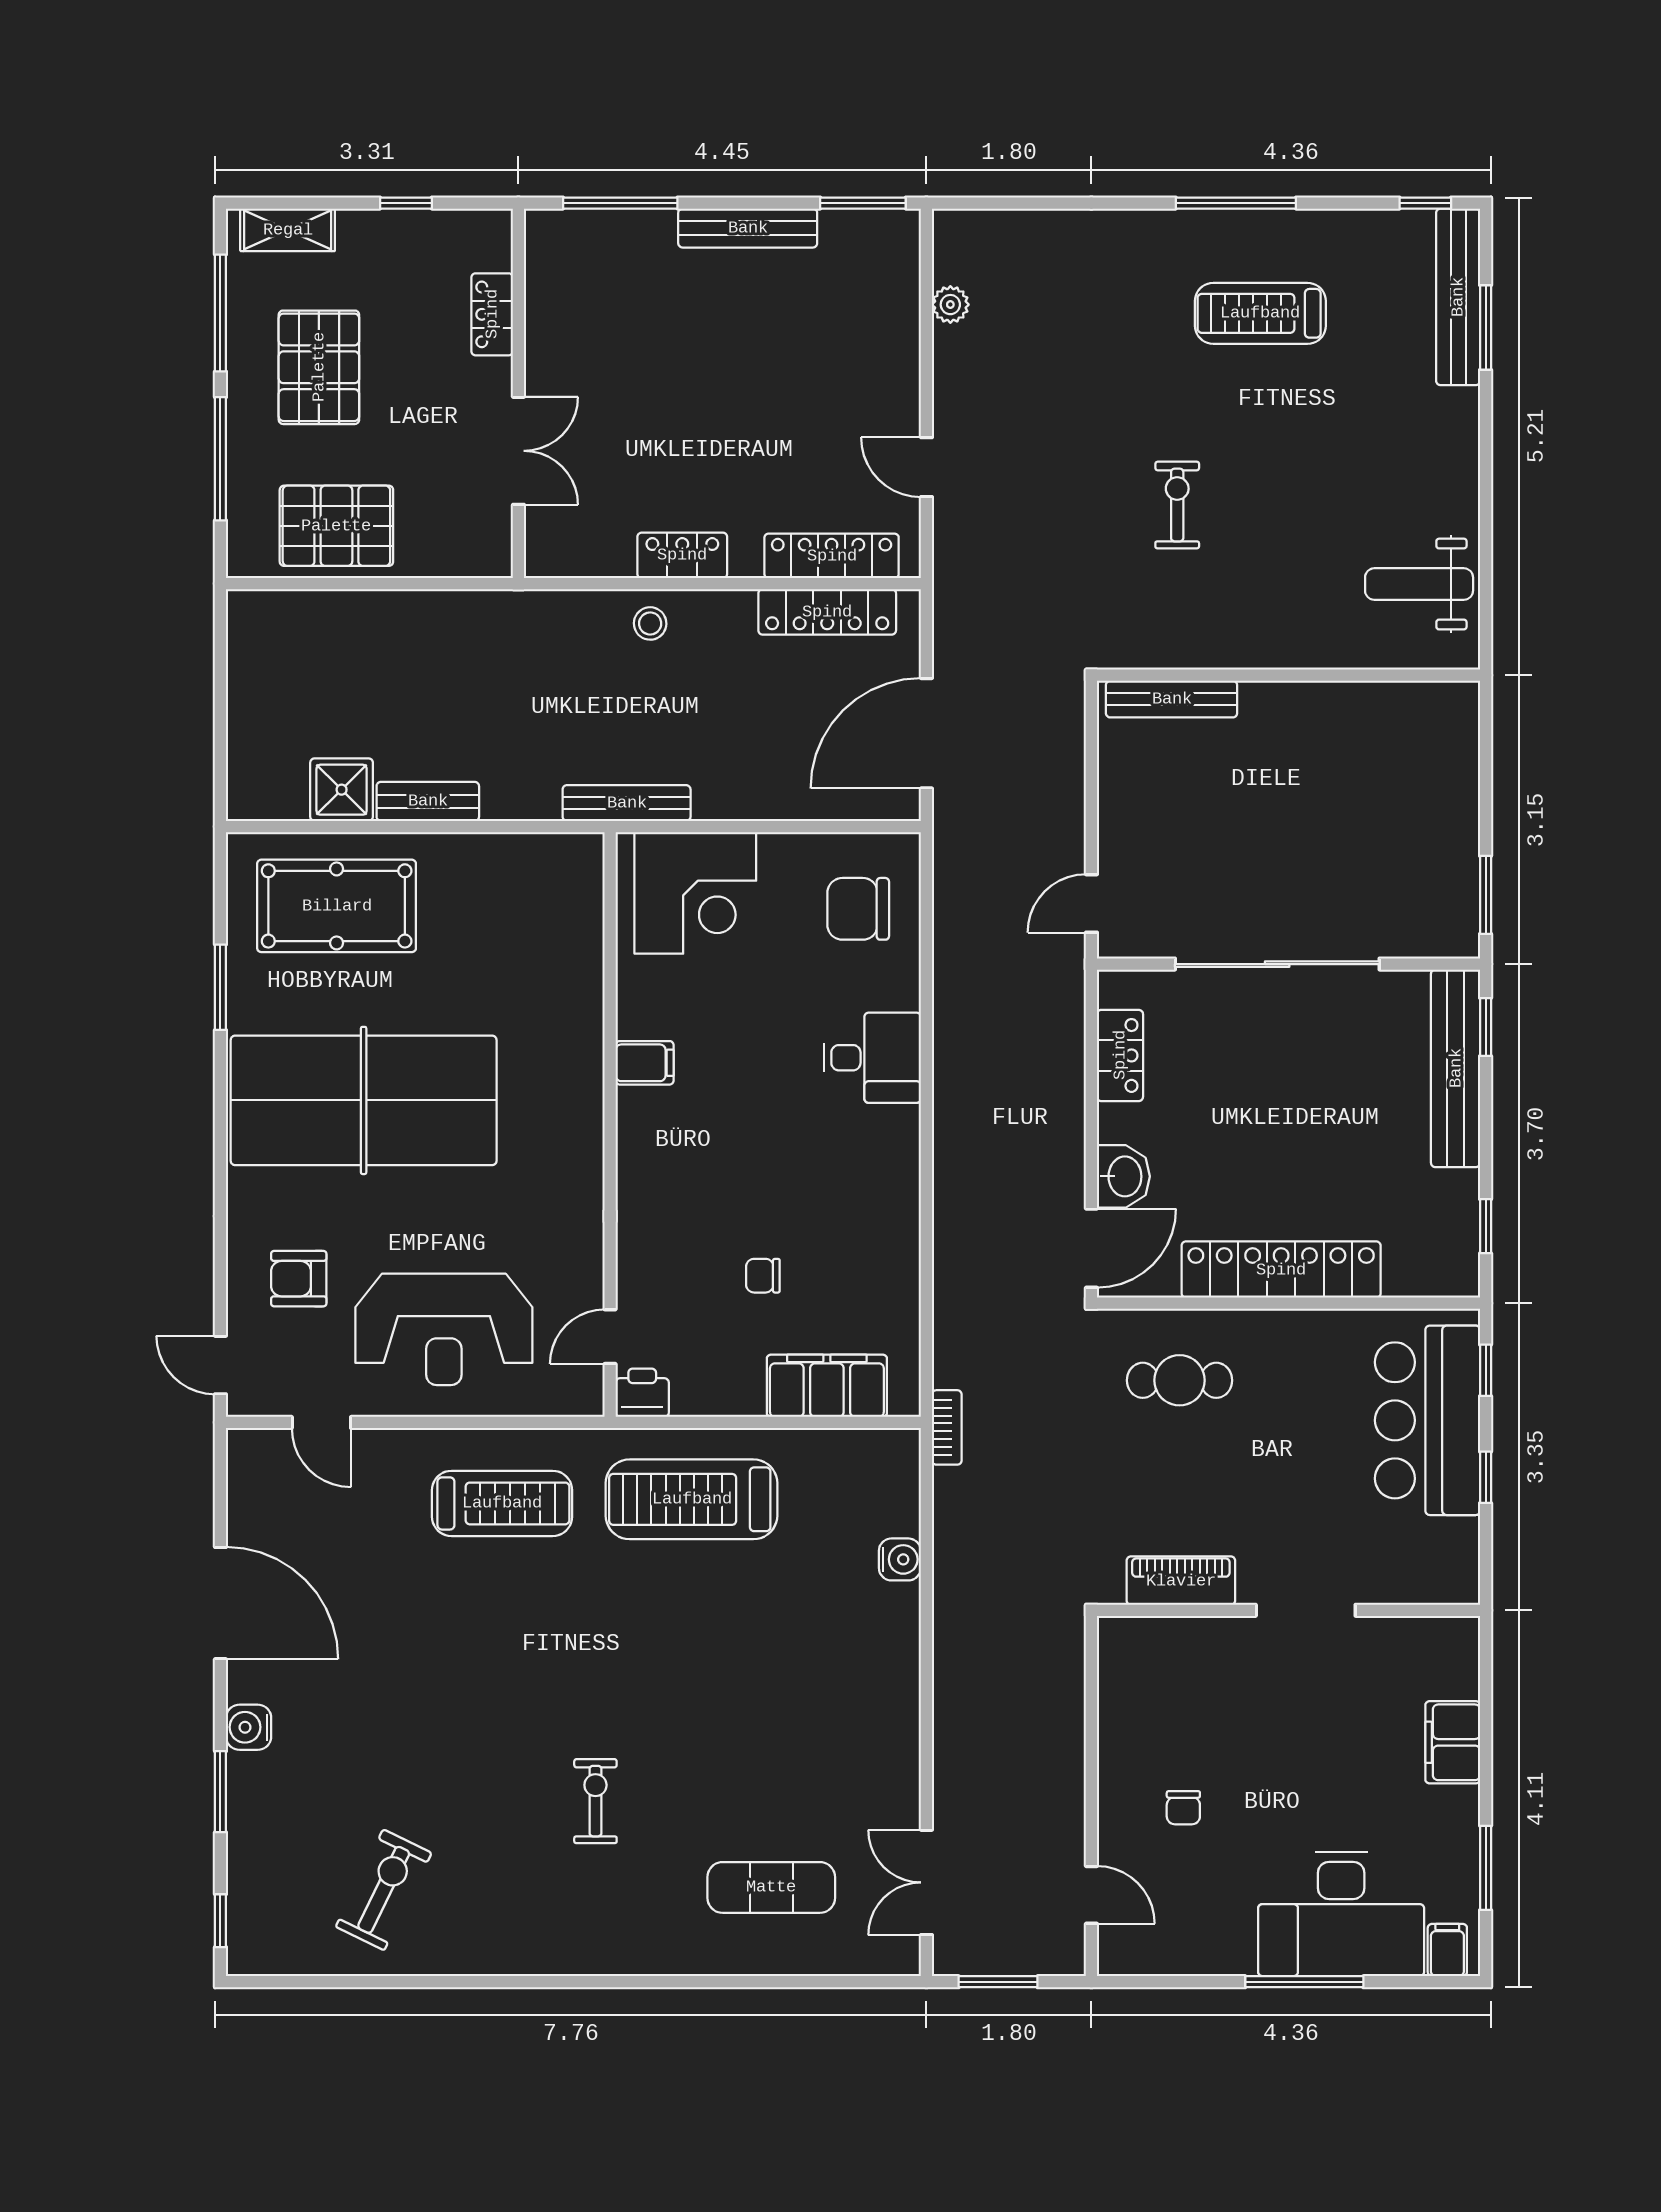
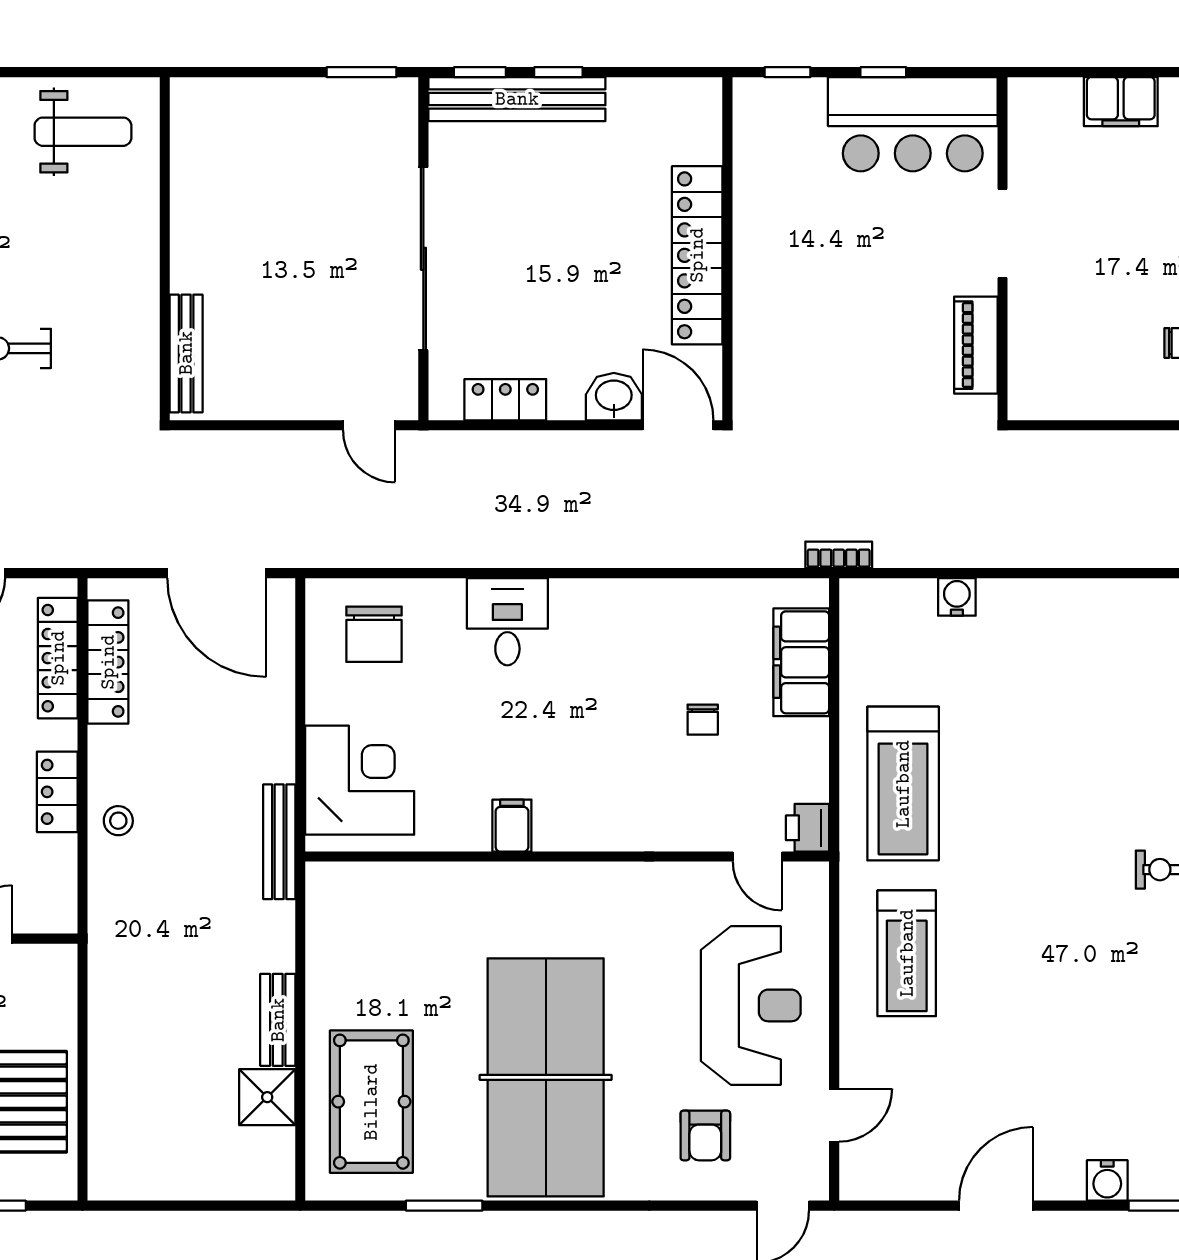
weight bench: (1419, 584) -> (83, 132), turned -90
window: (1486, 1226) -> (558, 72), moved
cafe table: (1180, 1380) -> (796, 346), removed
bar counter: (1428, 1420) -> (913, 124), moved
treadmill: (502, 1503) -> (907, 953), turned 180
door: (220, 1603) -> (996, 1206), width x0.73

